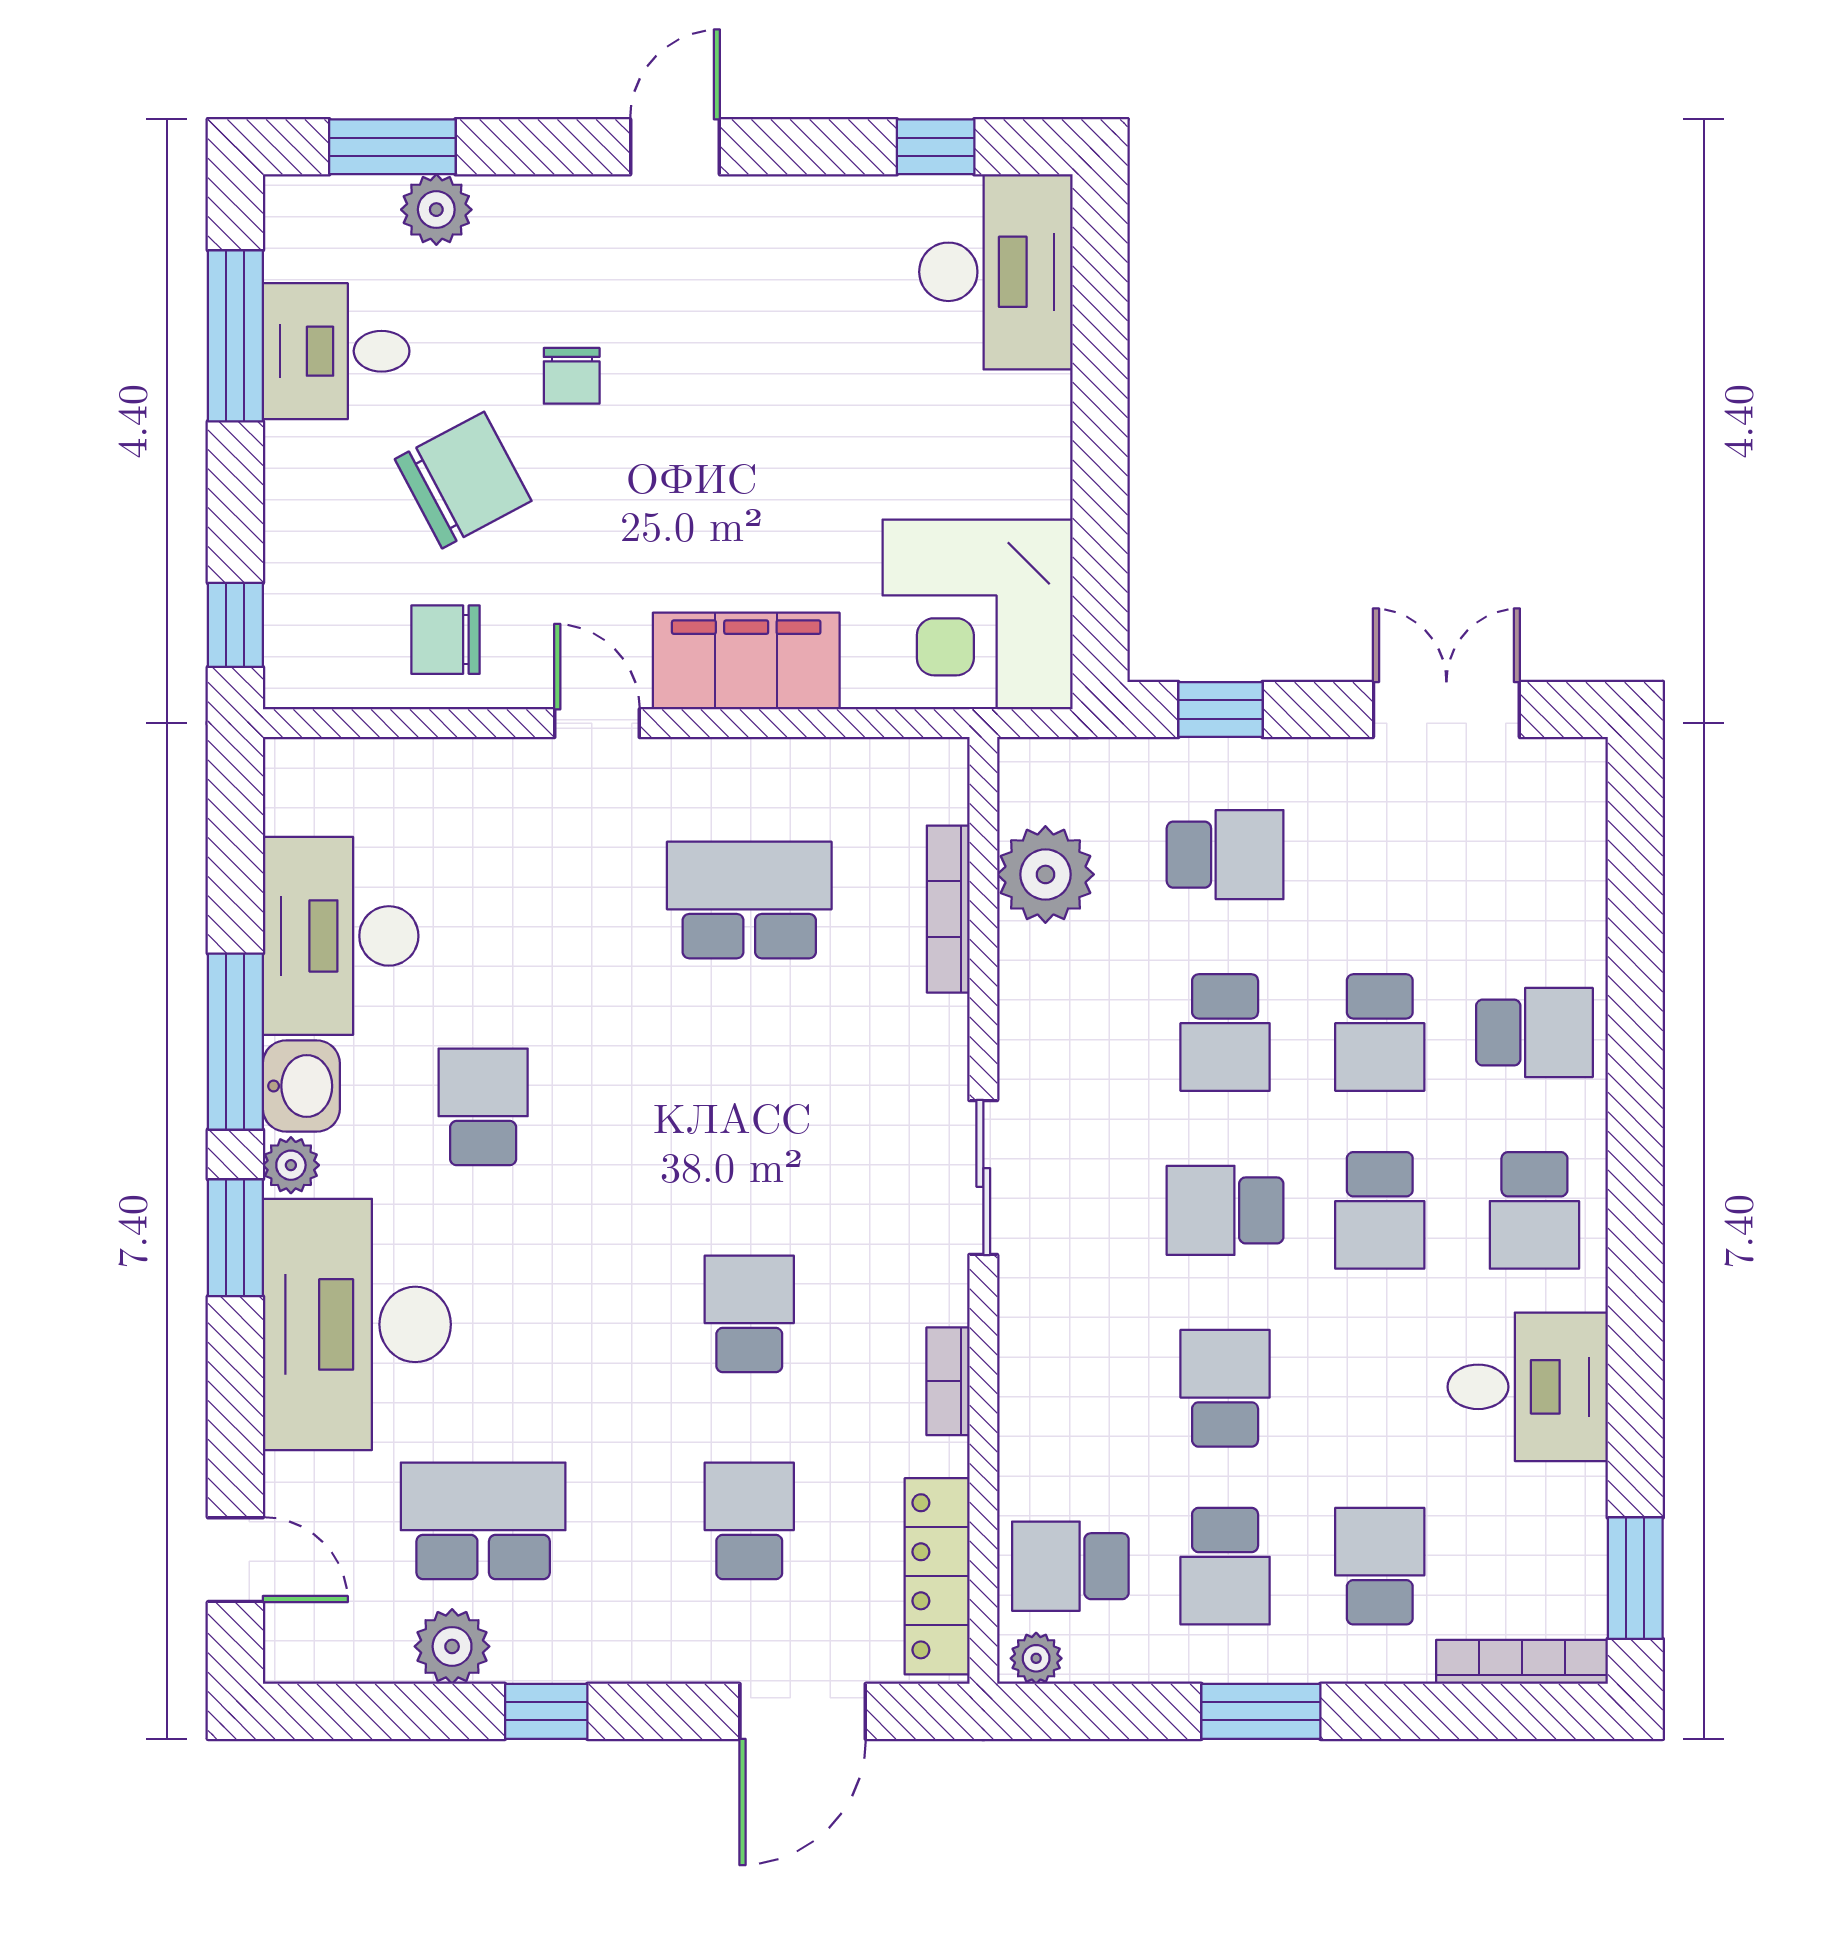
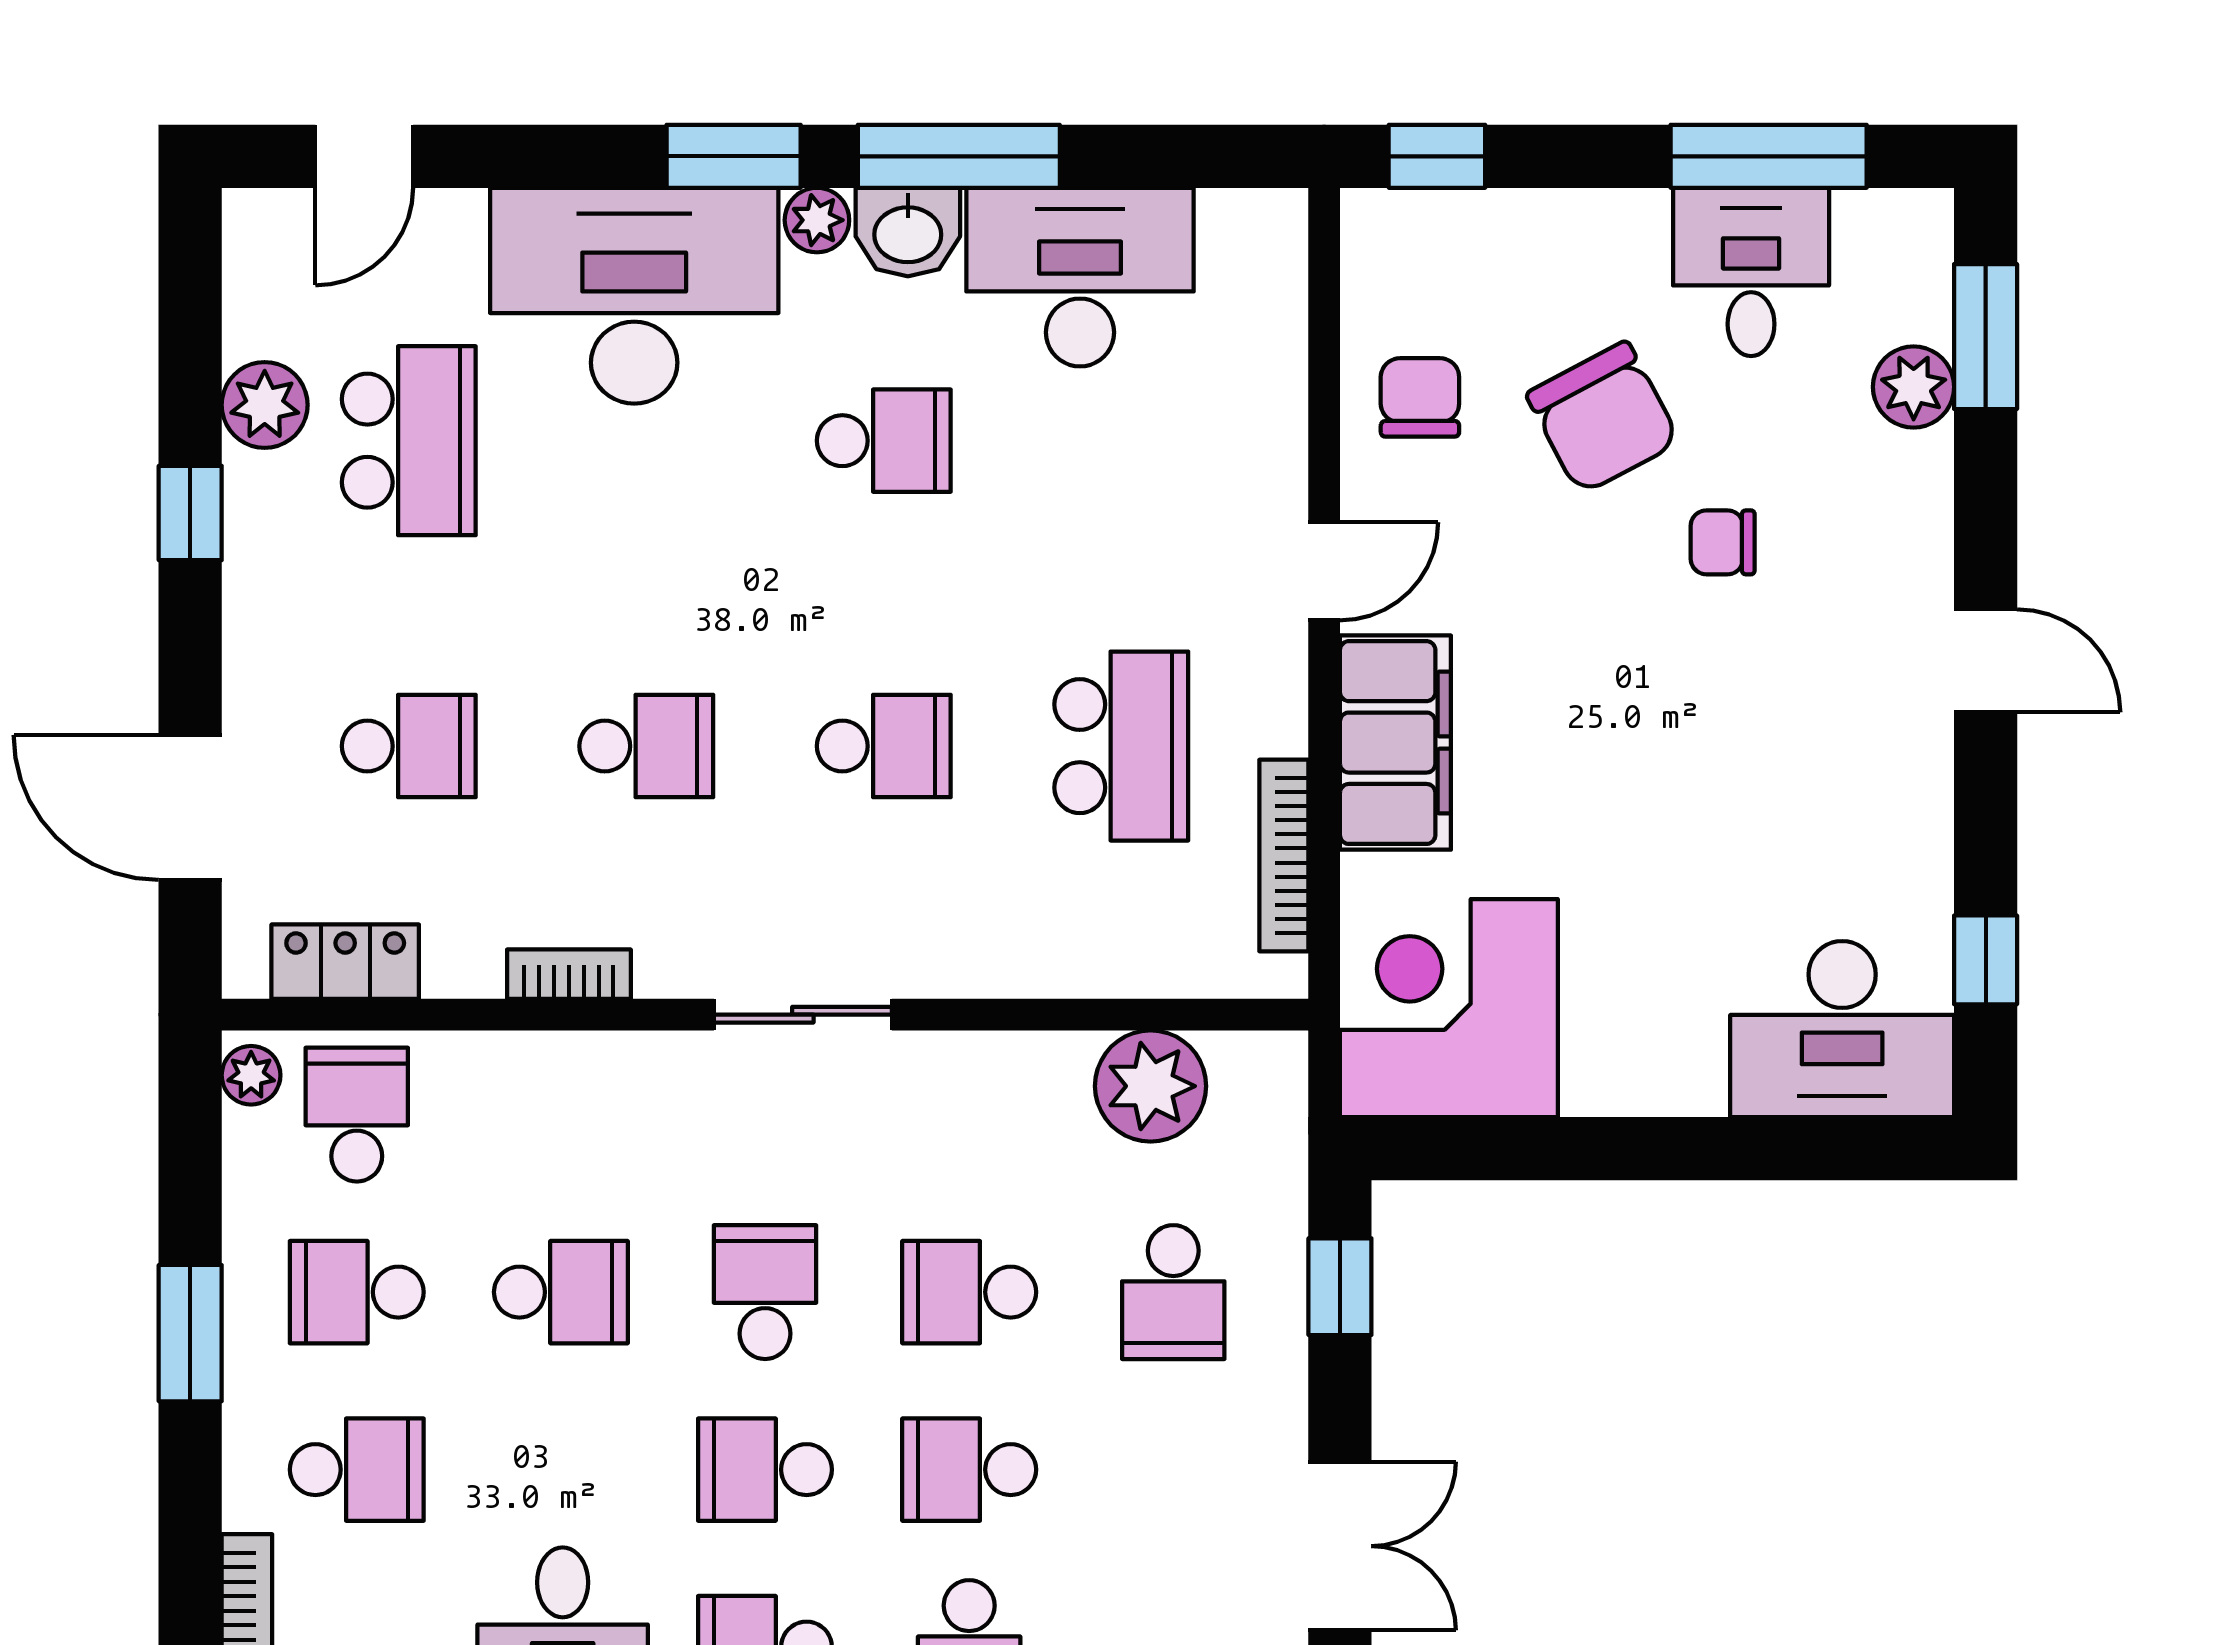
bookcase: (948, 909) -> (1284, 855), moved, turned -90
school desk: (749, 1107) -> (884, 746), added
locker: (937, 1576) -> (345, 962), width x0.66

